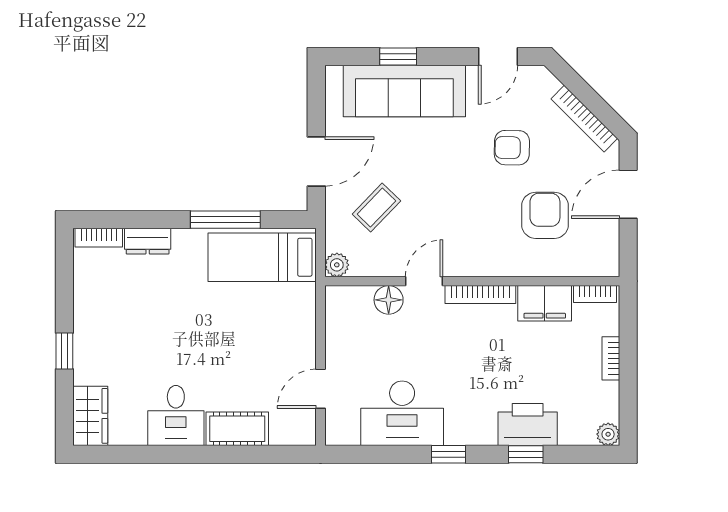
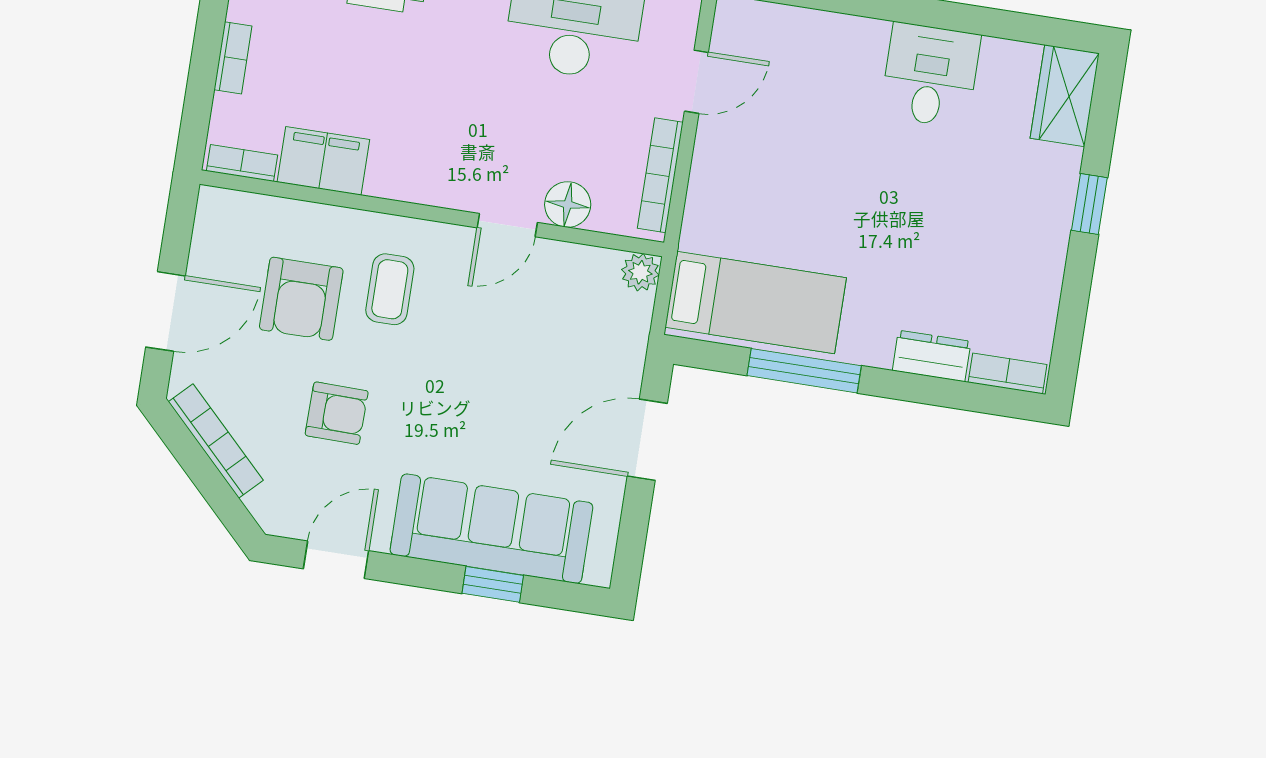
coffee table: (376, 207) -> (390, 289), moved, turned -44
bookcase: (480, 295) -> (660, 175), moved, turned -90
cot: (237, 429) -> (837, 39), removed

